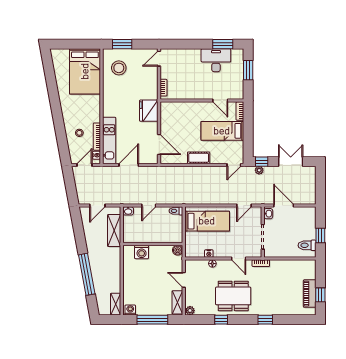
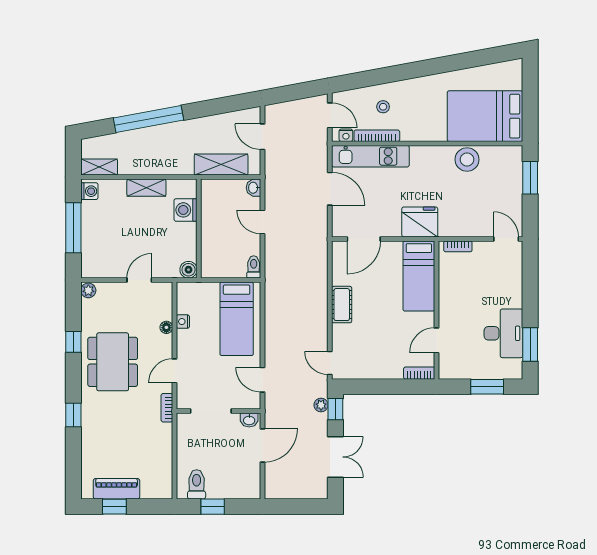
stool: (119, 68) -> (467, 160), moved
bed: (222, 131) -> (419, 276), moved, turned 180
shelving: (177, 302) -> (146, 188), moved

